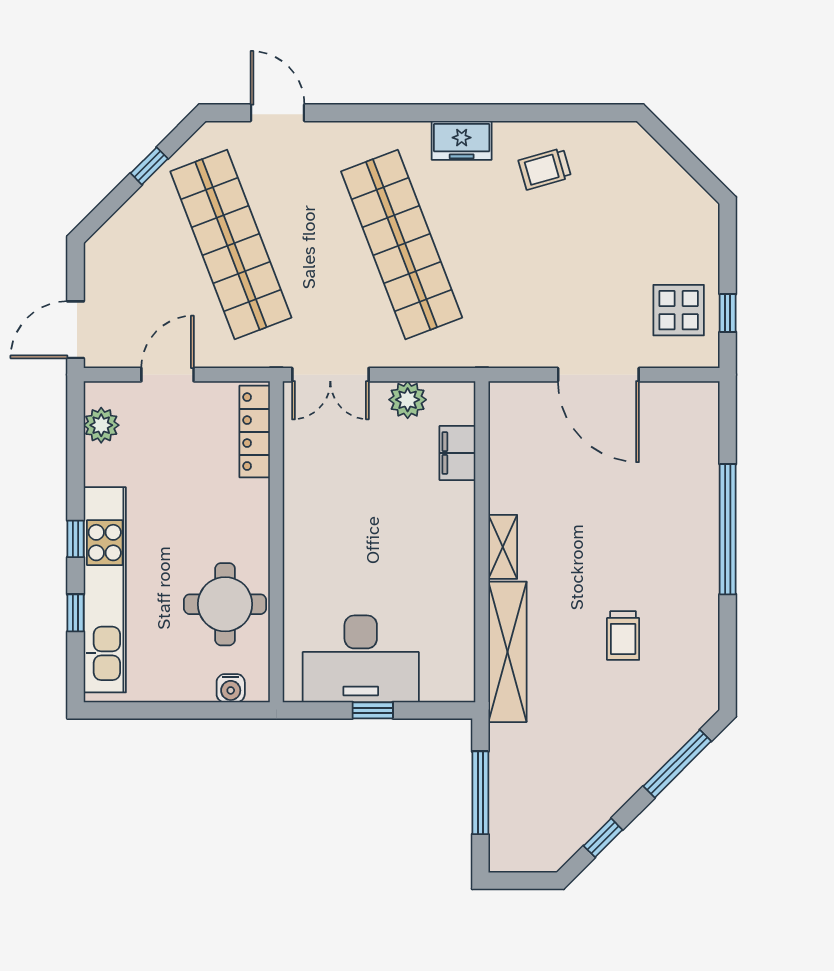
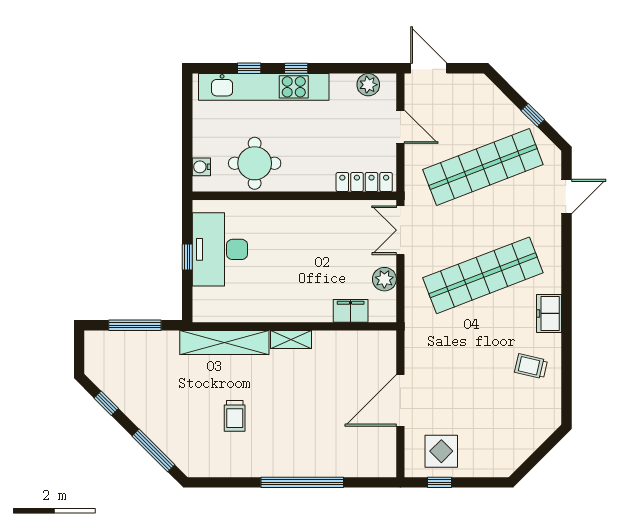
trolley: (545, 169) -> (531, 366), turned -61
trolley: (623, 636) -> (235, 416), turned -90

